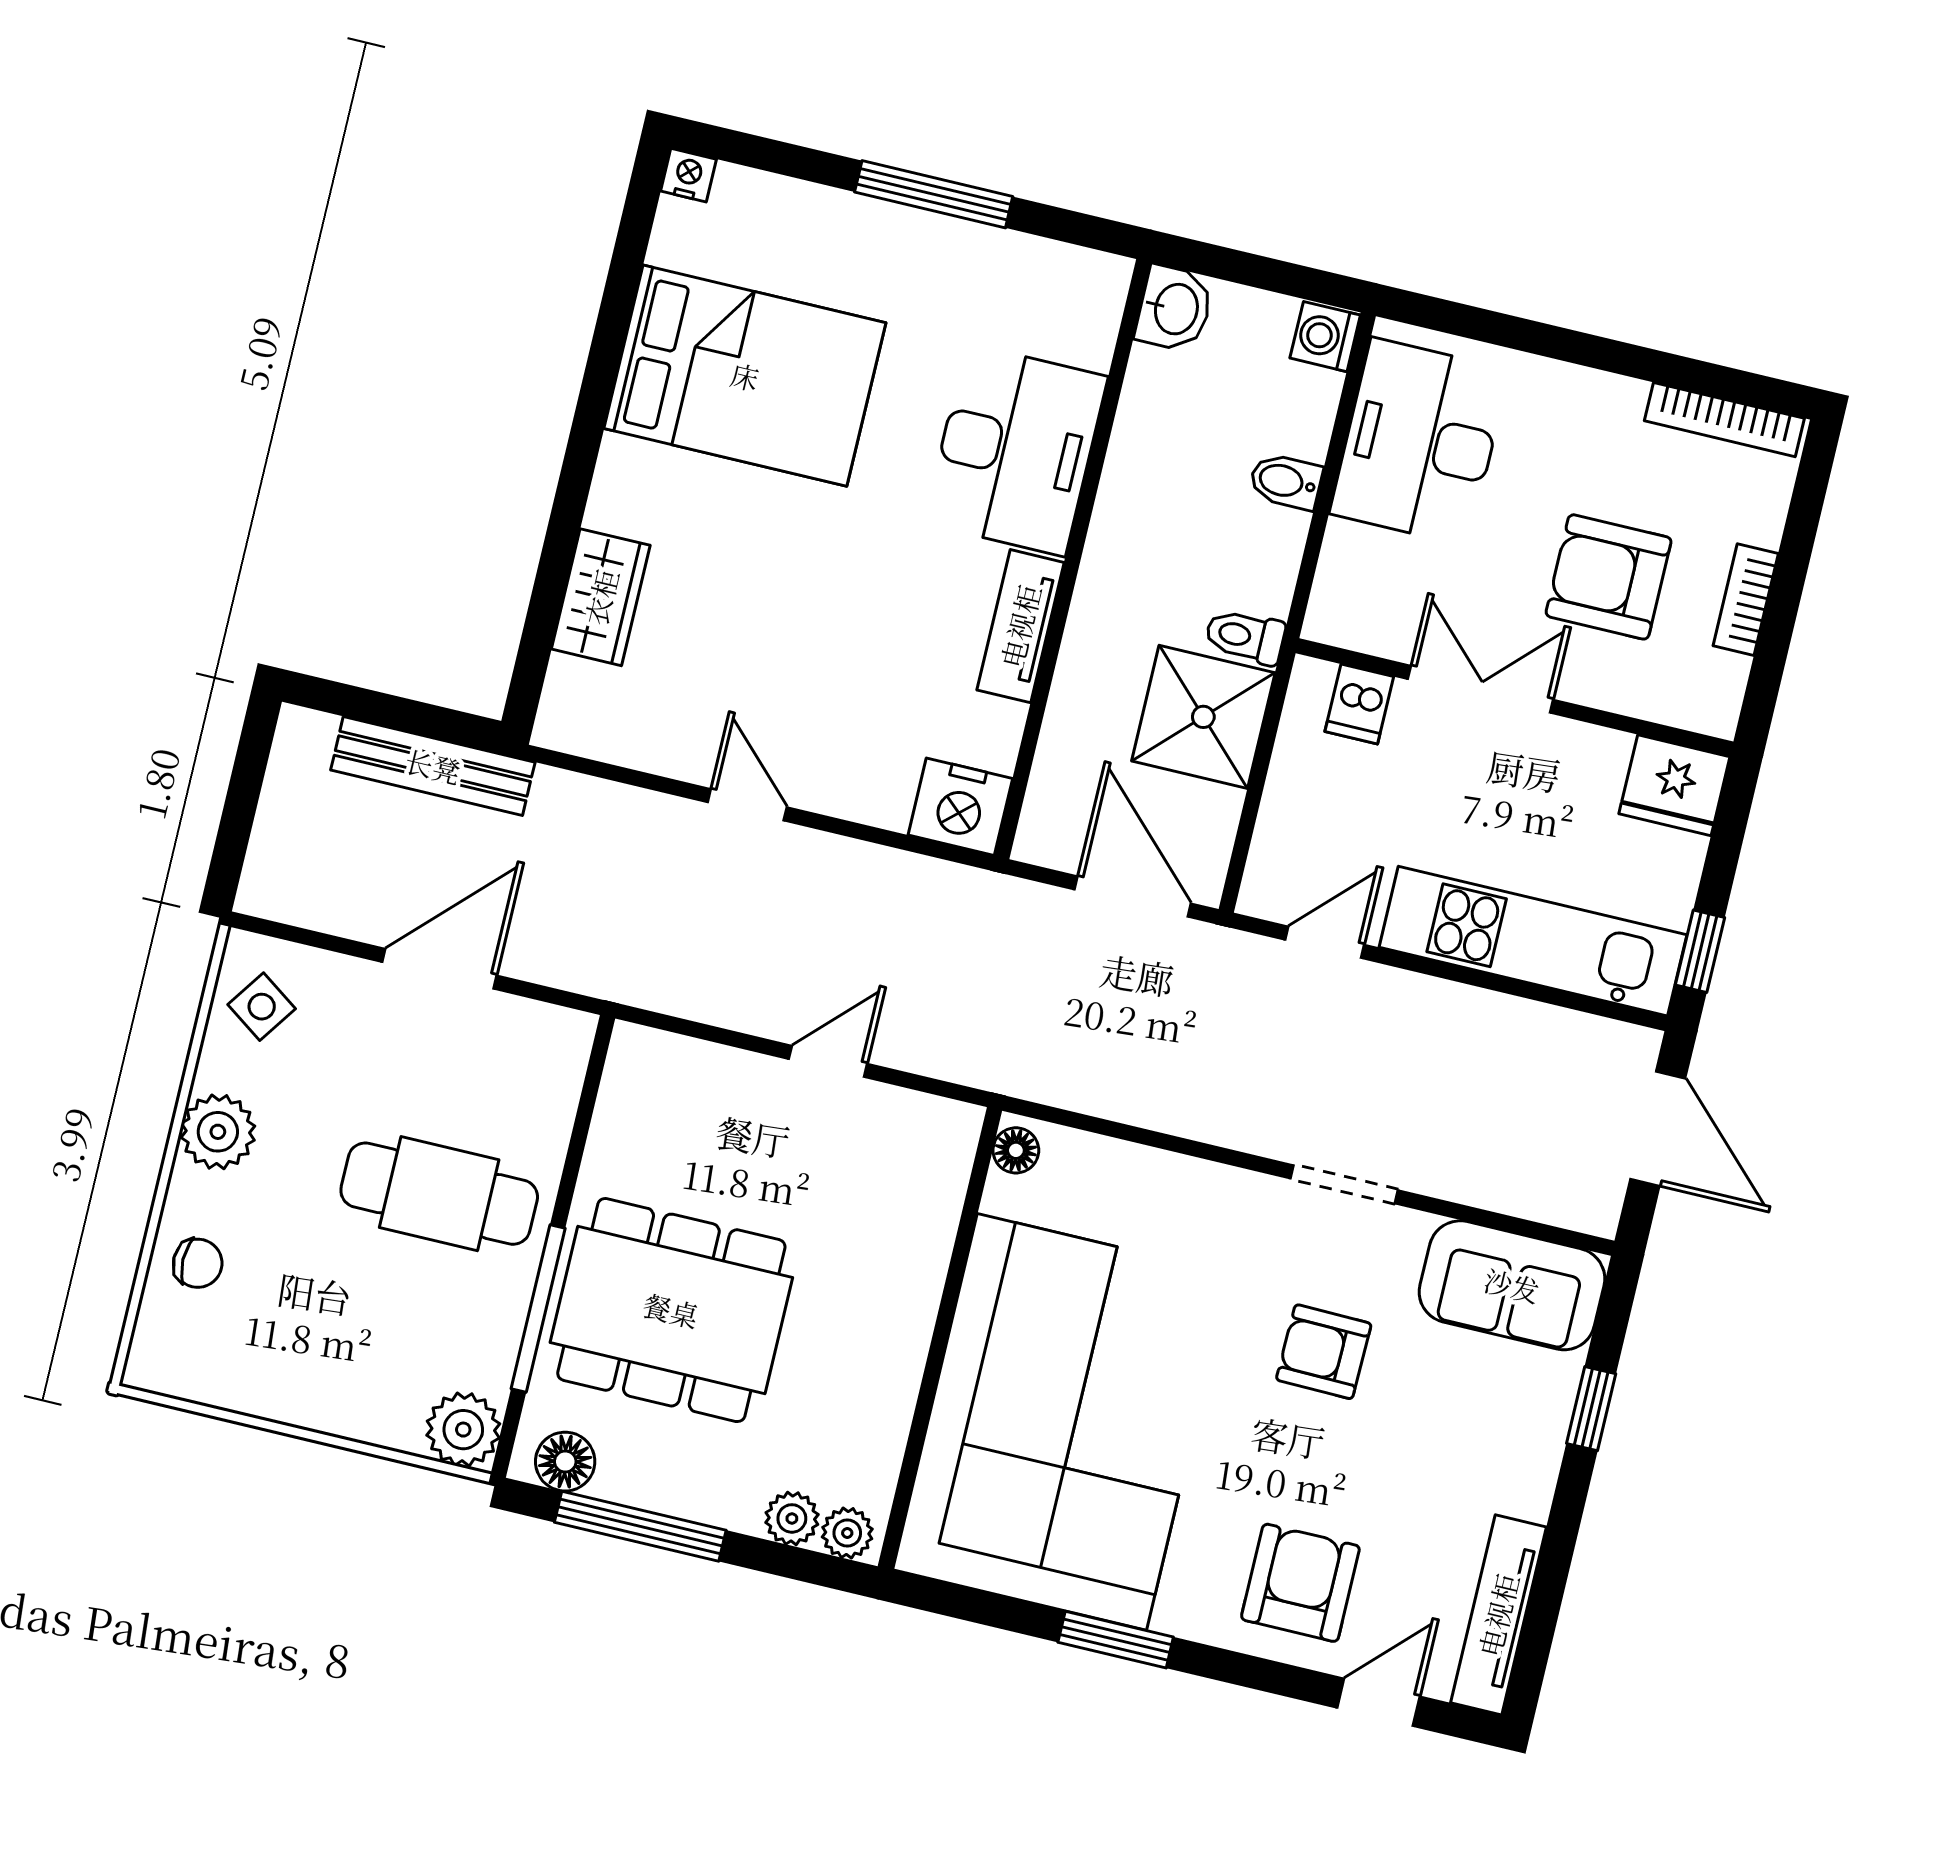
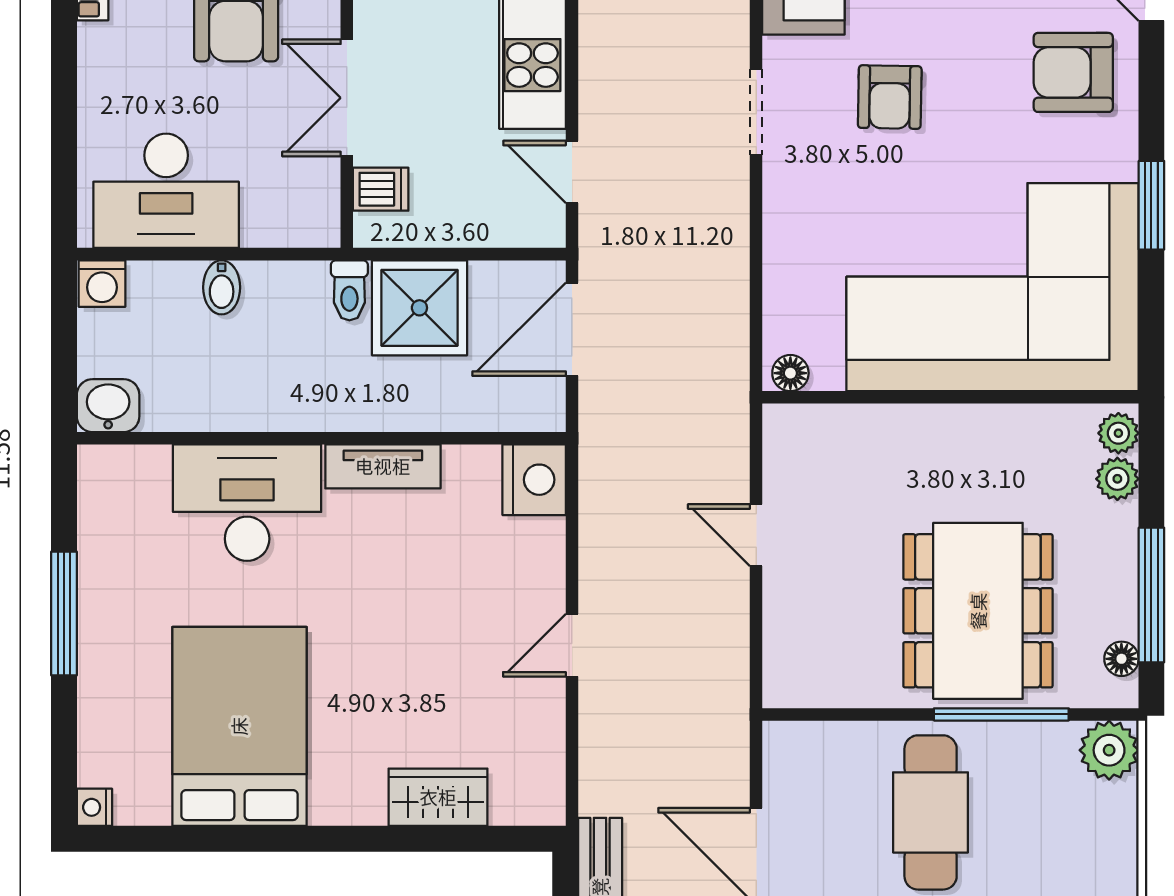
floor lamp: (565, 1462) -> (1121, 659), width x0.73, depth x0.73

